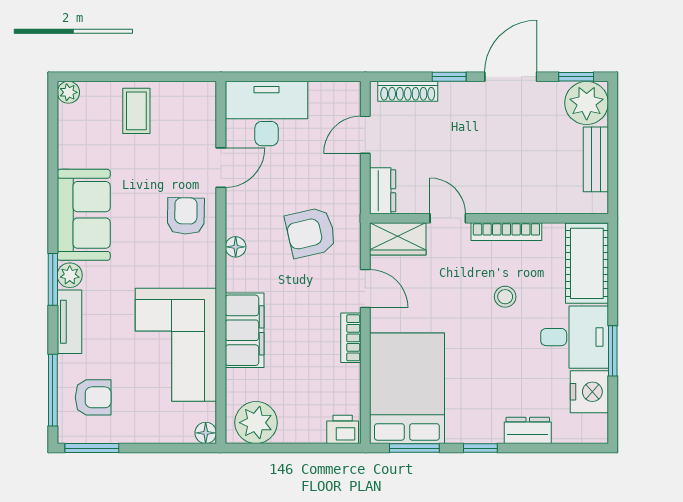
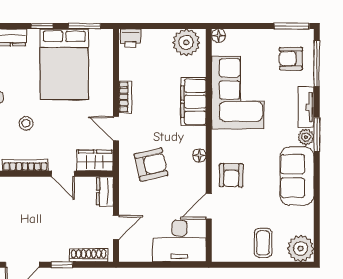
plant: (68, 92) -> (301, 248), width x1.88, depth x1.88
bed: (407, 388) -> (64, 64), moved

